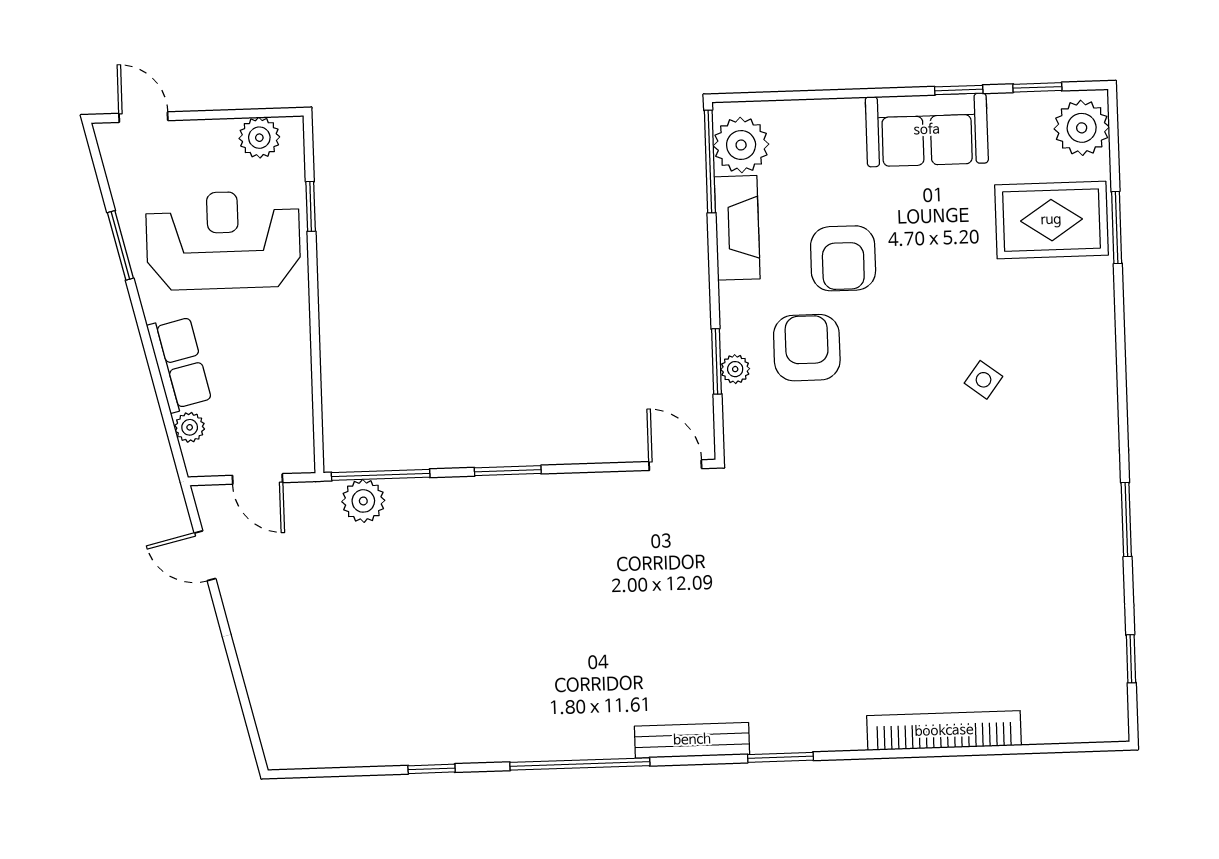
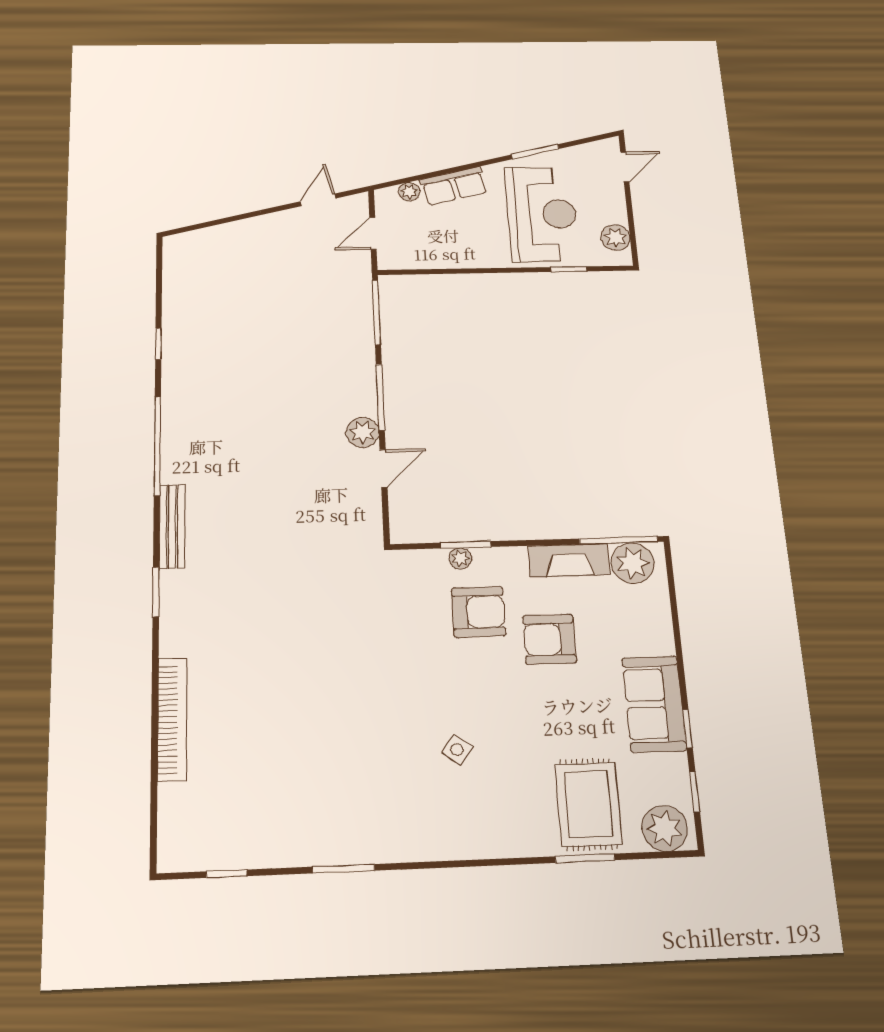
door: (675, 465) -> (384, 468), moved
window: (508, 471) -> (380, 397), width x1.44
plant: (363, 501) -> (363, 432), moved

